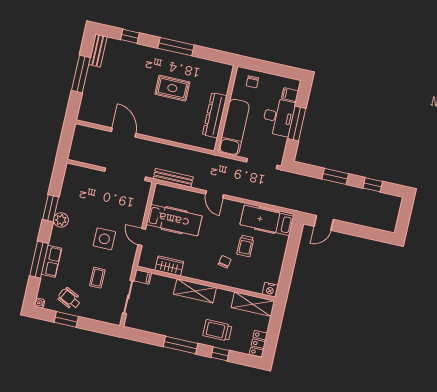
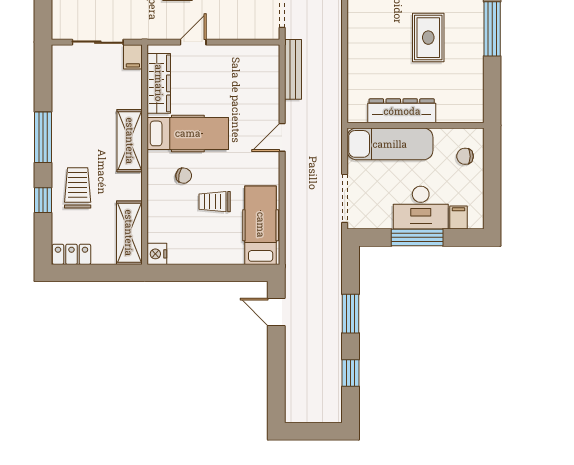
hospital bed: (174, 220) -> (188, 133), moved, turned -90
wardrobe: (169, 266) -> (159, 83), width x1.50

